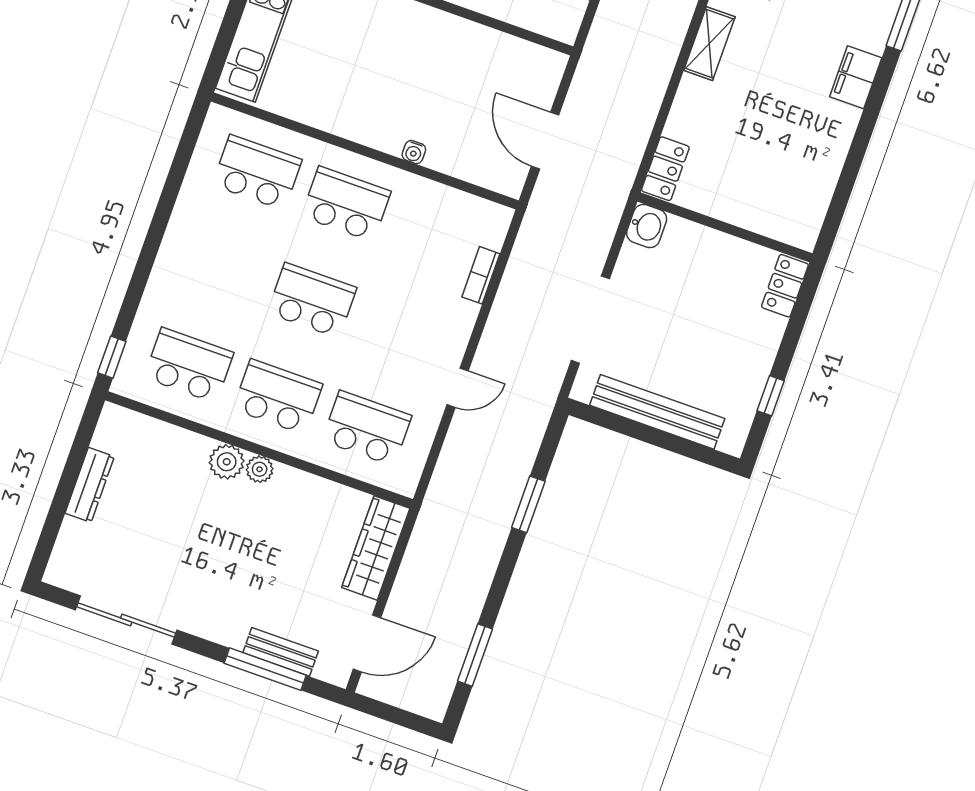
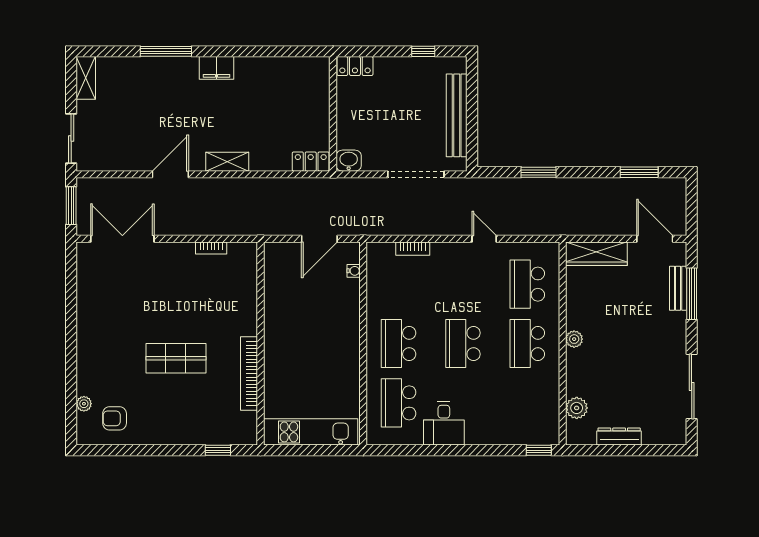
water cooler: (414, 152) -> (354, 271), moved
desk: (202, 229) -> (444, 423), added
school desk: (189, 365) -> (527, 403), removed
plant: (227, 462) -> (577, 408), moved

